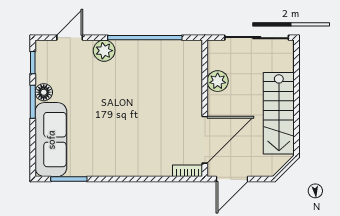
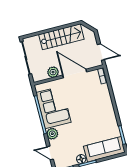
corner sofa: (152, 65) -> (54, 107), added
door: (205, 140) -> (75, 74), moved

